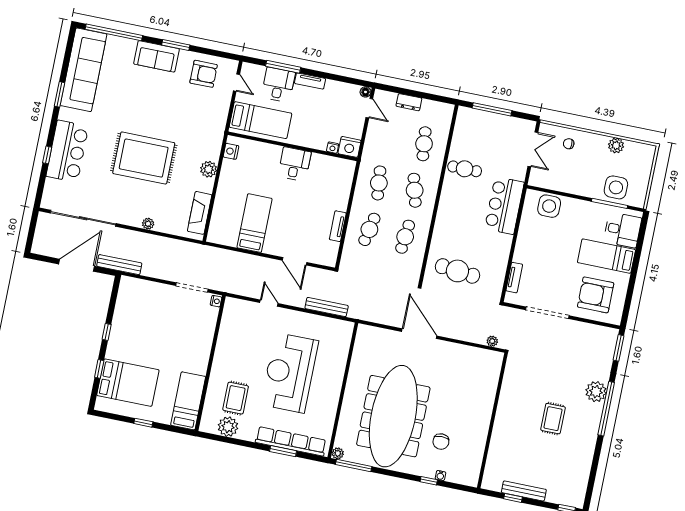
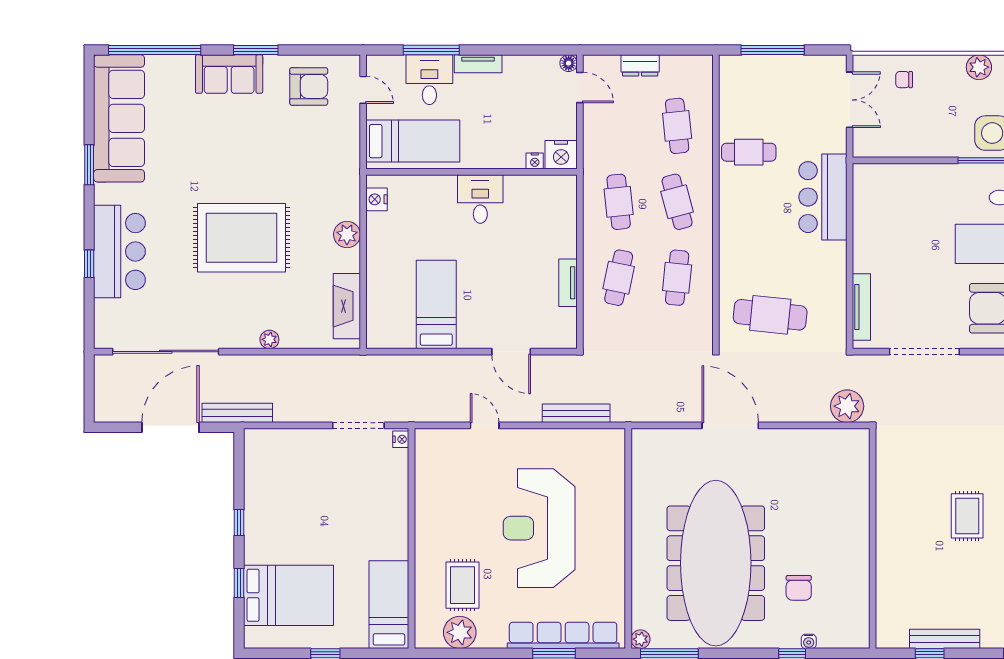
side table: (549, 206) -> (893, 184), removed
tv unit: (514, 278) -> (861, 307), width x1.41
plant: (492, 341) -> (847, 406), width x1.87, depth x1.87

